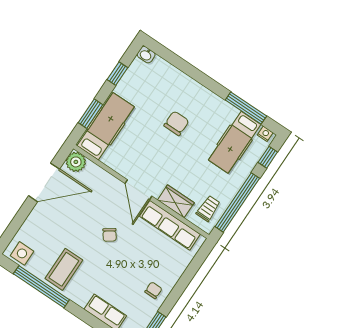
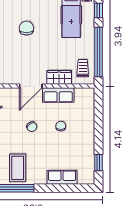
door: (138, 190) -> (31, 86), hinge flipped
row of seats: (170, 225) -> (58, 95), width x0.68
chair: (153, 290) -> (61, 126), moved

